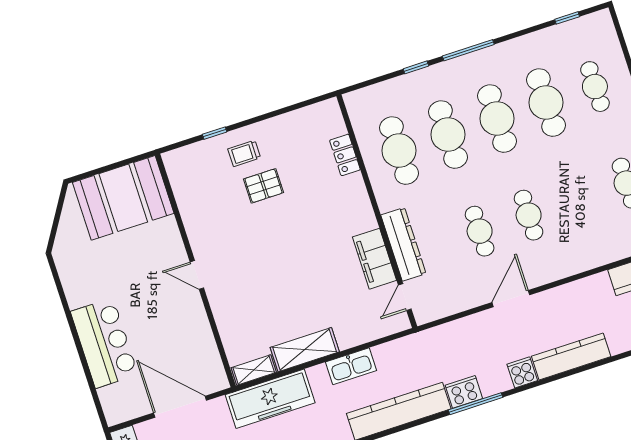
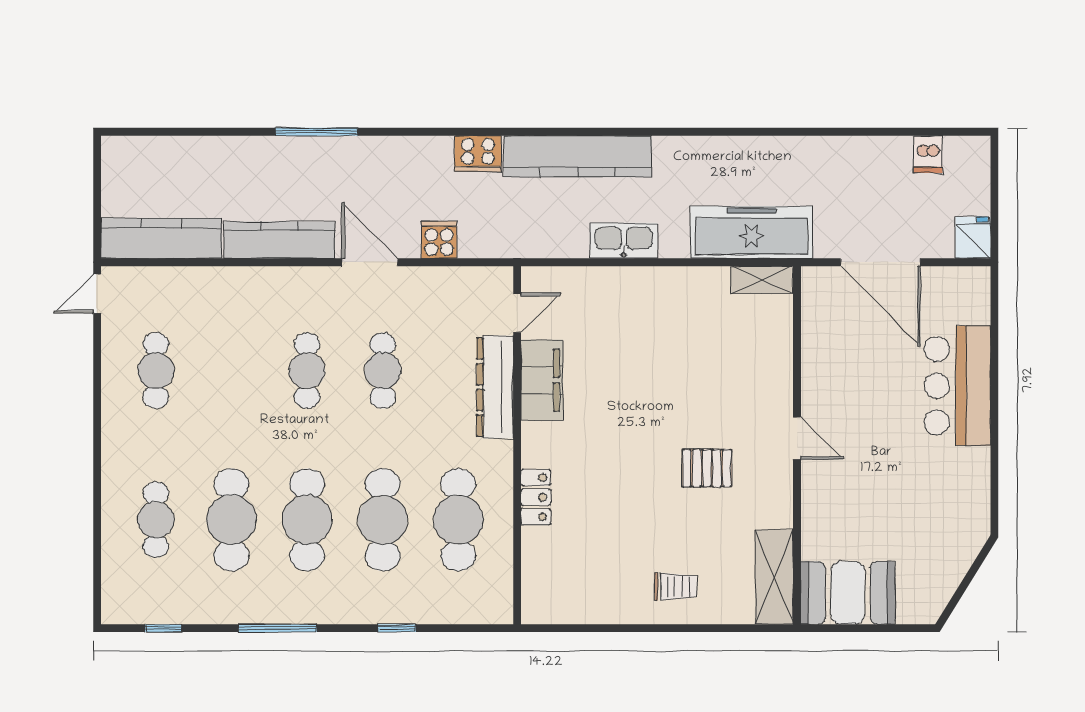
window: (468, 50) -> (278, 628), moved
window: (215, 133) -> (708, 628), removed
locker: (345, 155) -> (536, 497), moved
pallet: (264, 186) -> (707, 468), moved
booth: (123, 198) -> (848, 593), width x0.73, depth x0.70
door: (511, 299) -> (370, 262), swing flipped
shelving: (305, 350) -> (774, 577), moved, turned 90
kitchen counter: (571, 356) -> (280, 240), moved, turned 180
cooker: (522, 372) -> (439, 240), moved, turned 180
window: (475, 404) -> (317, 132), moved

